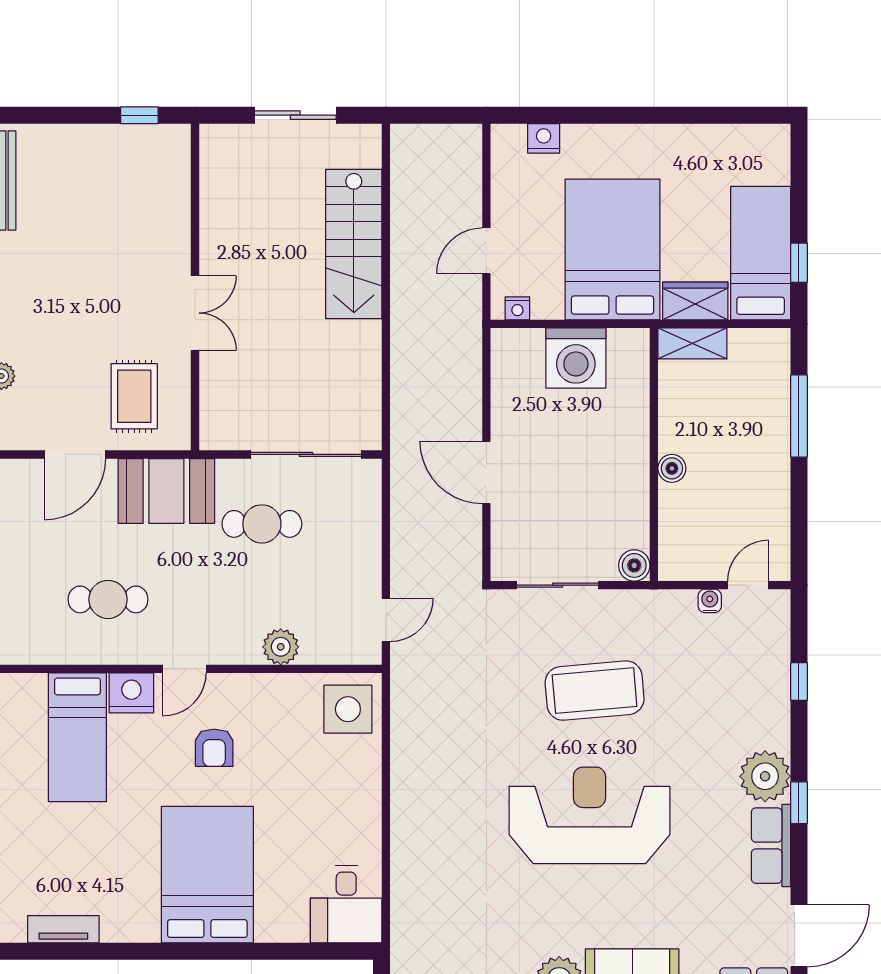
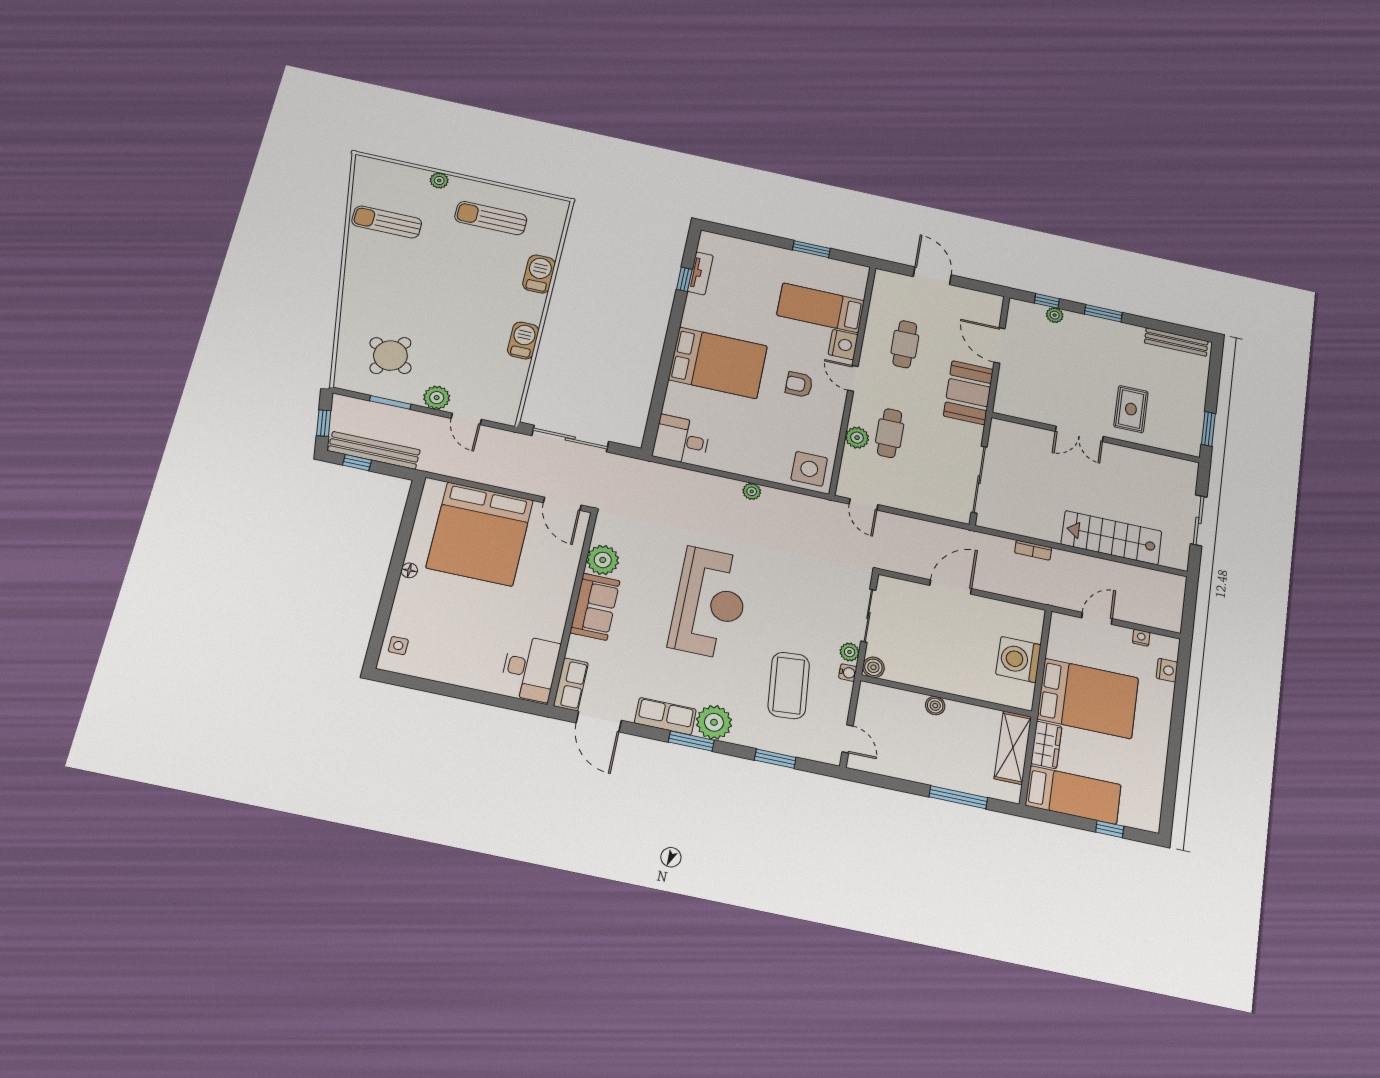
window: (139, 115) -> (1208, 429), width x1.50
door: (486, 251) -> (1097, 618), hinge flipped
window: (799, 263) -> (1110, 829), moved
nightstand: (517, 308) -> (1141, 638), moved, turned 90
shelving: (692, 343) -> (1013, 748), width x1.50, depth x1.33
bookcase: (401, 359) -> (1033, 550), added
rug: (134, 396) -> (1131, 409), moved, turned 90
cafe table: (262, 524) -> (890, 433), moved
water cooler: (710, 601) -> (848, 673), moved
plant: (619, 603) -> (849, 652), added
window: (799, 682) -> (775, 759), width x1.50
coffee table: (595, 691) -> (789, 685), moved
plant: (403, 787) -> (752, 491), added
window: (799, 803) -> (691, 741), width x1.50
window: (80, 951) -> (684, 279), added

